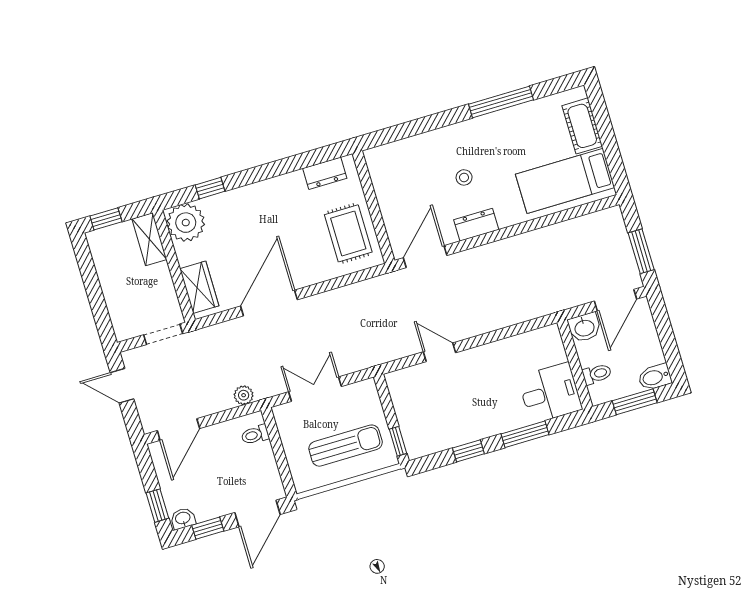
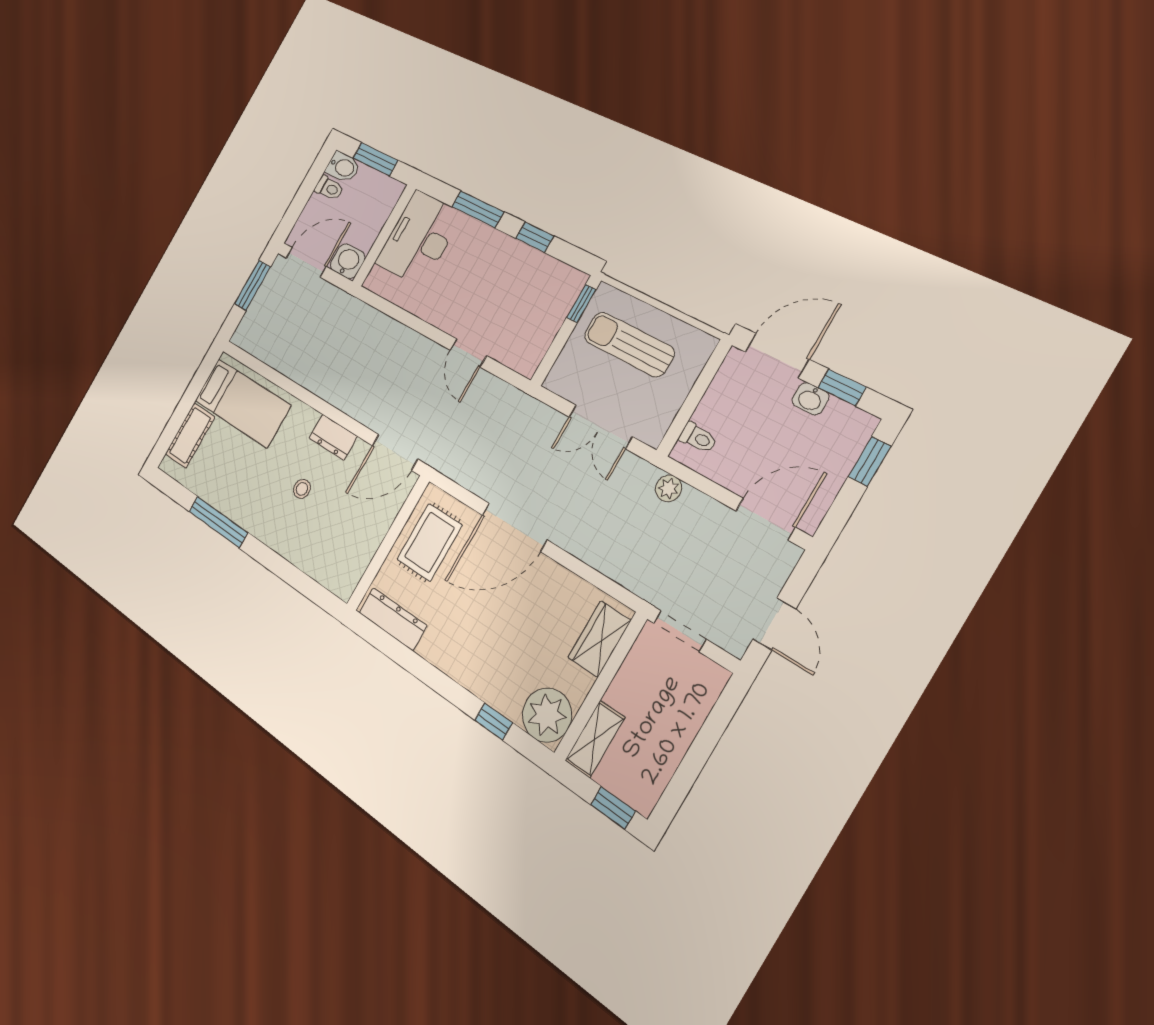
dresser: (325, 173) -> (393, 619), width x1.44
door: (269, 303) -> (514, 527), moved
toilet: (597, 374) -> (329, 188), moved, turned 180
desk: (550, 393) -> (419, 238), width x1.37
washbasin: (183, 518) -> (810, 399), moved

